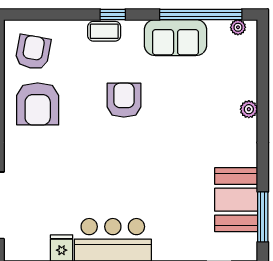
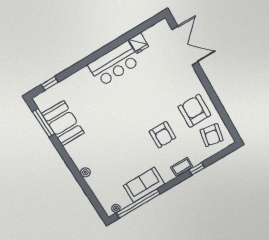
window: (113, 14) -> (197, 169), moved
armchair: (124, 100) -> (162, 135), moved

